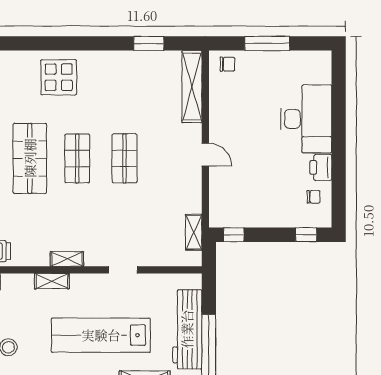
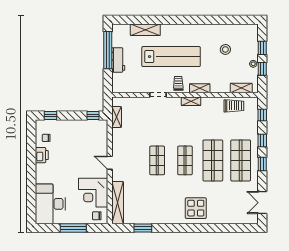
corner desk: (233, 104) -> (93, 193), added
desk: (306, 119) -> (50, 204), moved
trolley: (89, 290) -> (178, 83), added
workbench: (187, 329) -> (118, 60), width x0.53, depth x0.76

